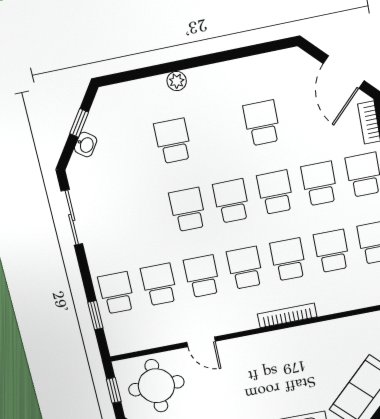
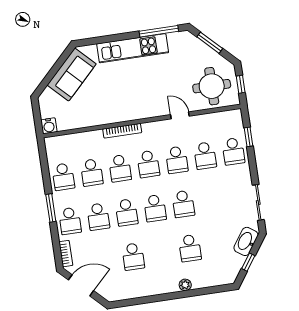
door: (344, 72) -> (81, 285), hinge flipped
washbasin: (86, 145) -> (246, 241), width x1.91, depth x1.45

